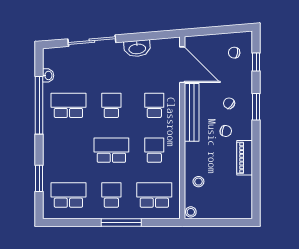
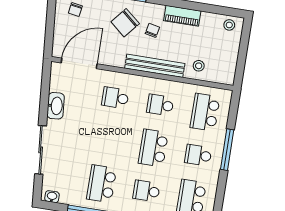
washbasin: (48, 75) -> (52, 197), moved
chair: (229, 103) -> (125, 23), width x1.87, depth x1.87
school desk: (111, 105) -> (146, 191), moved
bench: (192, 112) -> (155, 66), moved
stool: (191, 212) -> (229, 25), moved

